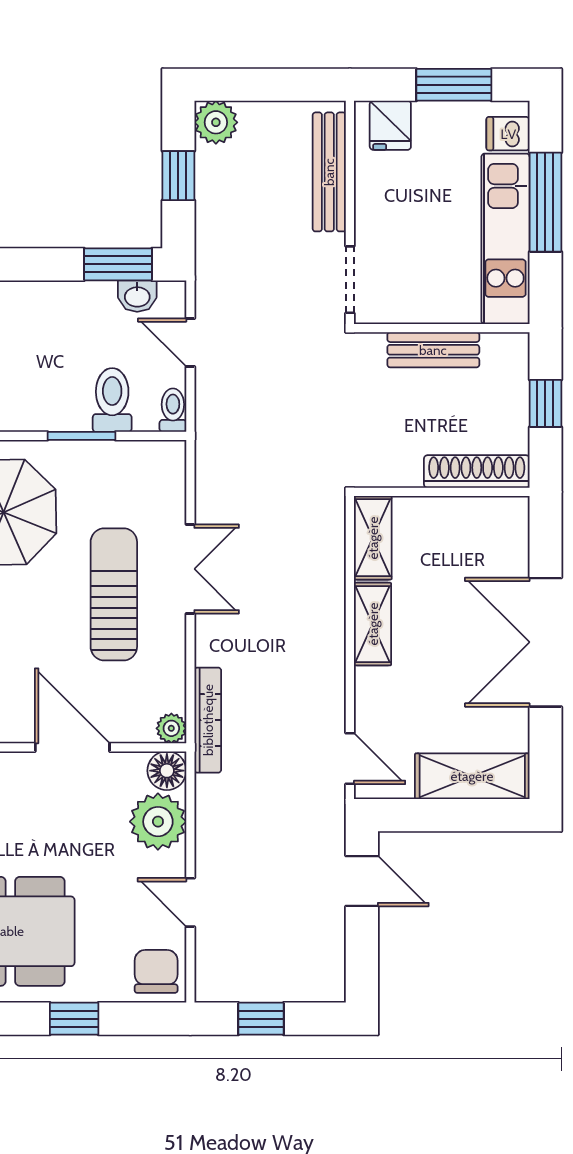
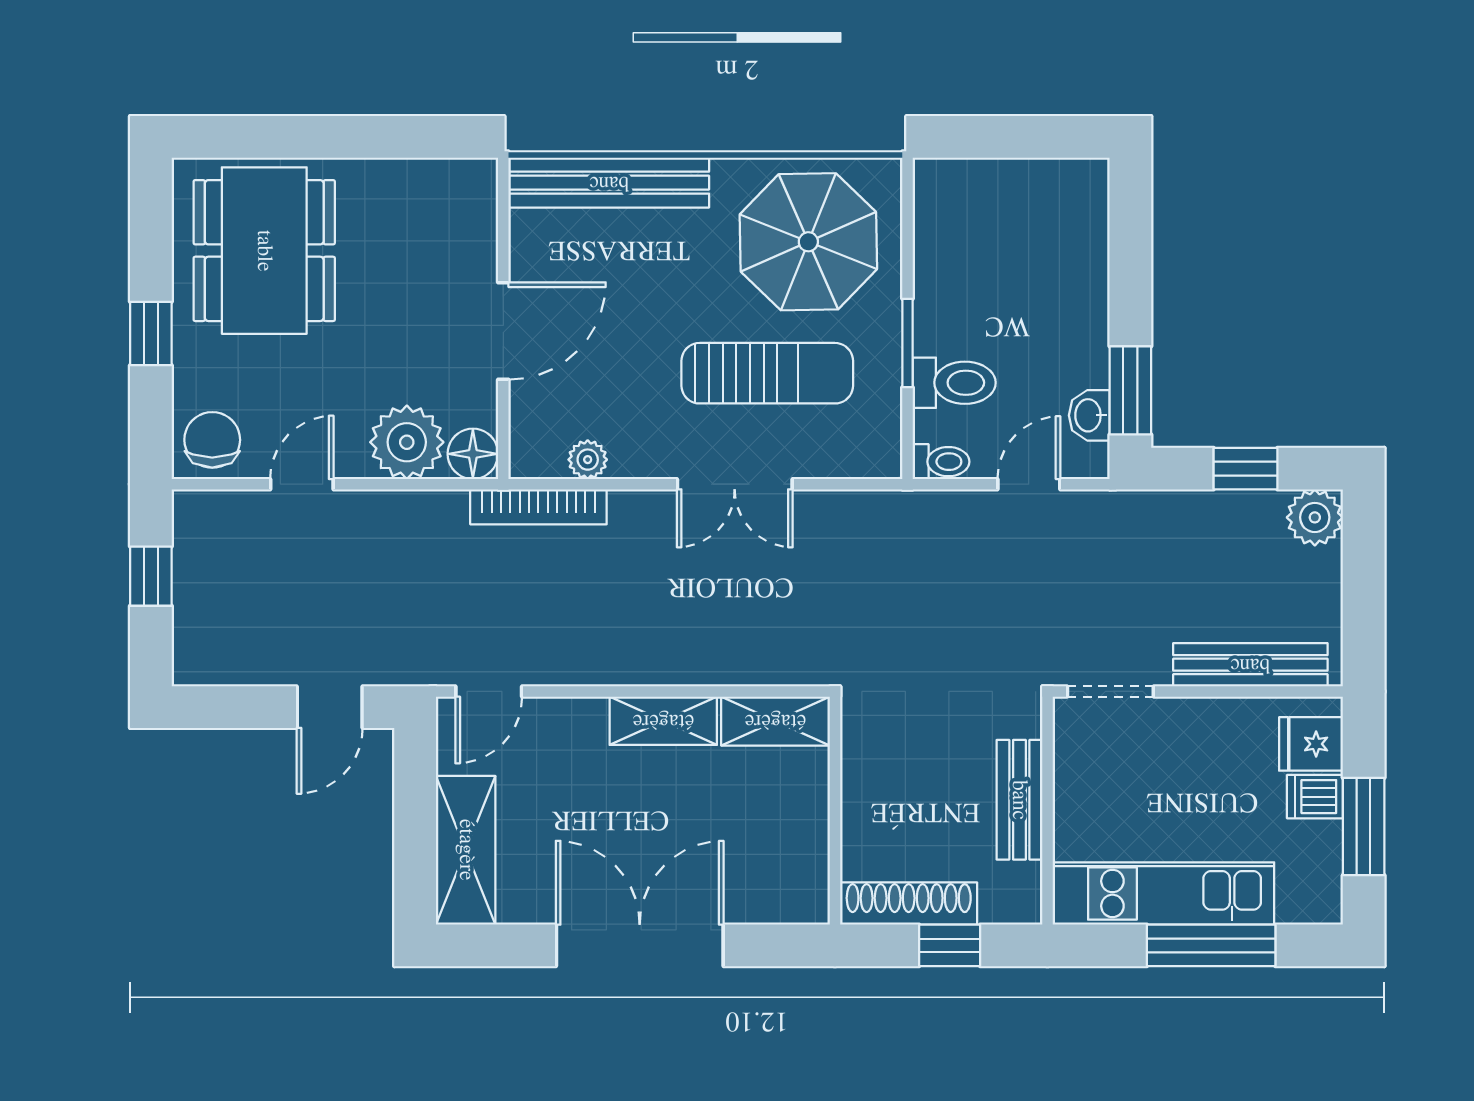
dishwasher: (508, 134) -> (1315, 797), moved, turned -90
shoe rack: (477, 472) -> (909, 904), moved, turned -90
sun lounger: (114, 594) -> (767, 373), moved
plant: (171, 728) -> (588, 460), moved
chair: (156, 971) -> (212, 440), turned -90

